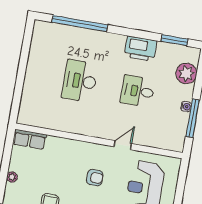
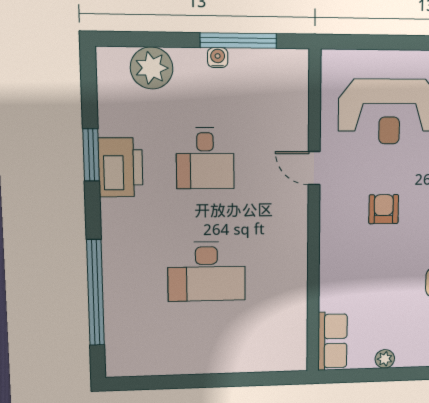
window: (175, 40) -> (91, 155), moved
plant: (12, 177) -> (385, 359), moved

